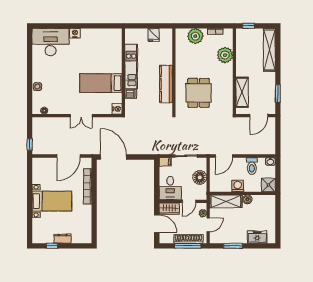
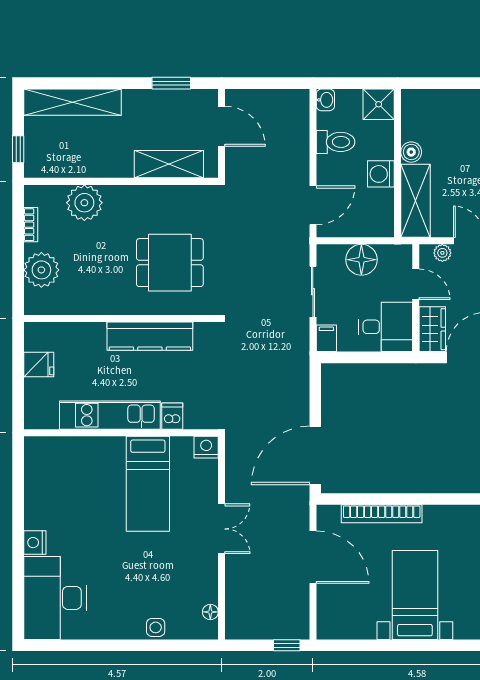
door: (224, 156) -> (313, 205), hinge flipped

